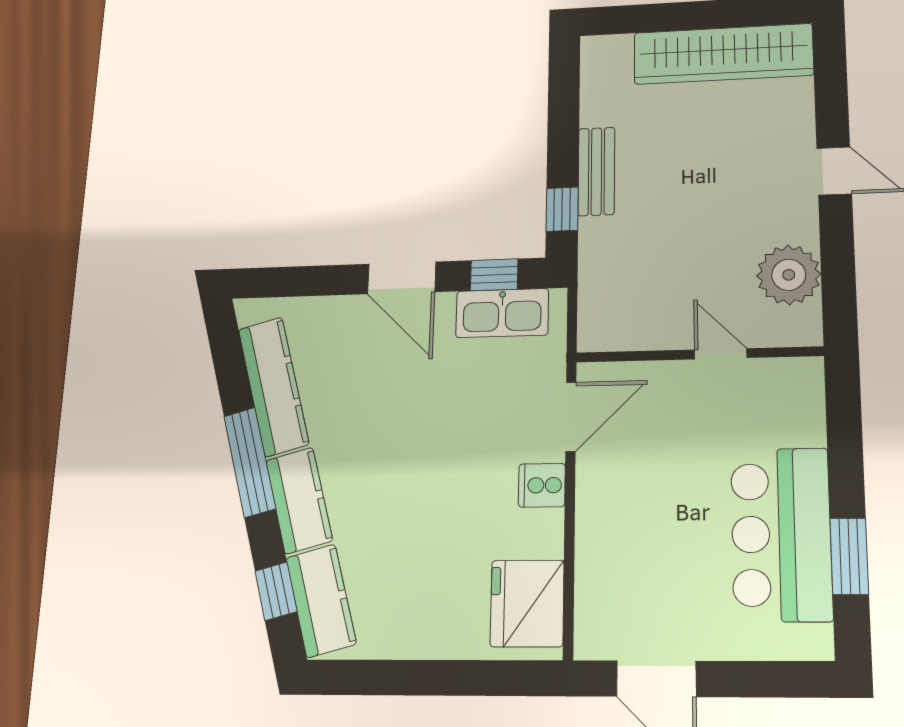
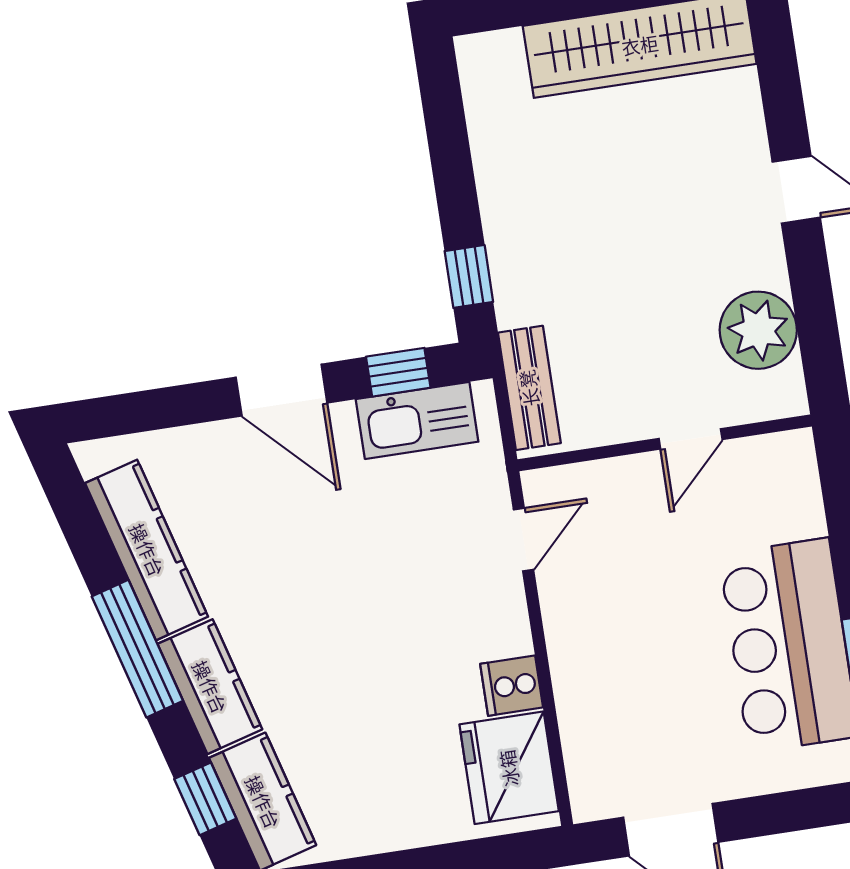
bench: (596, 171) -> (529, 388), moved
door: (721, 354) -> (691, 439), swing flipped
door: (571, 417) -> (523, 540), width x0.73
cooker: (542, 485) -> (512, 686), moved

